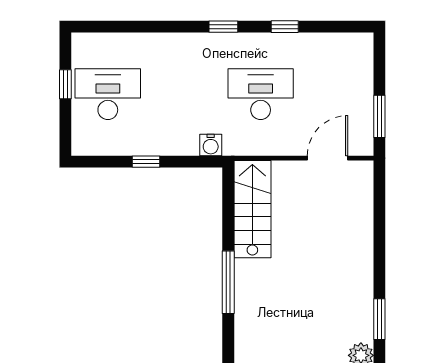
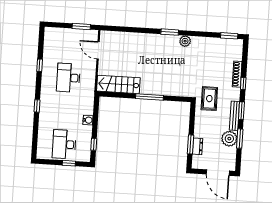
window: (223, 27) -> (37, 106), moved
window: (65, 84) -> (69, 163), moved
water cooler: (211, 145) -> (88, 120), moved
window: (146, 162) -> (94, 144), moved

